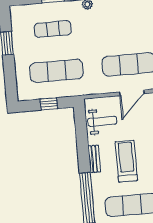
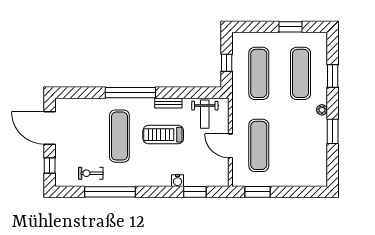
exercise mat: (53, 29) -> (300, 73), width x1.36, depth x1.45
treadmill: (126, 161) -> (163, 135), turned 180

